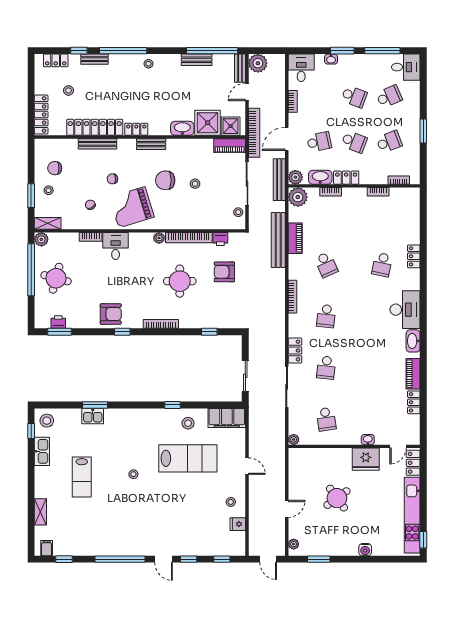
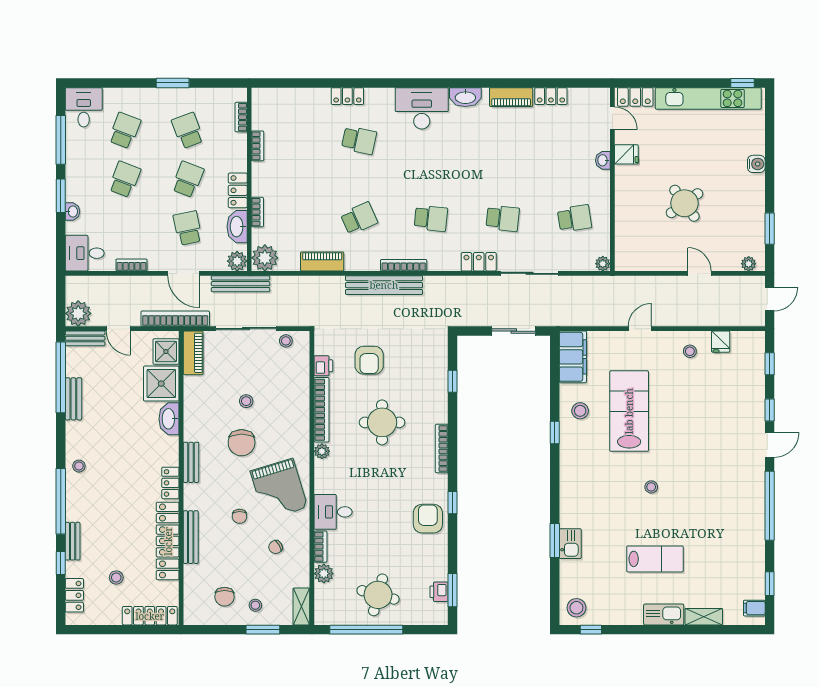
school desk: (389, 96) -> (125, 131), turned 45
plant: (41, 239) -> (324, 574), moved
bench: (278, 240) -> (384, 285), moved
kitchen sink: (42, 451) -> (664, 614), moved
fridge: (366, 459) -> (626, 154), width x0.53, depth x0.75

